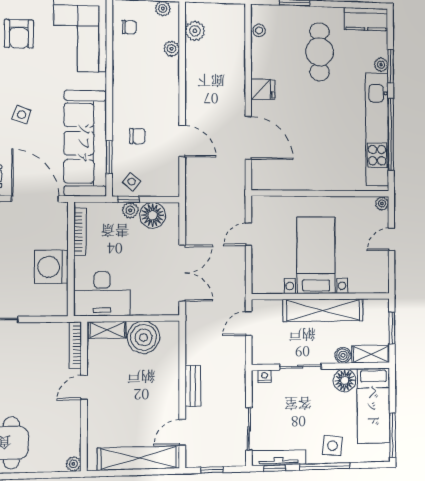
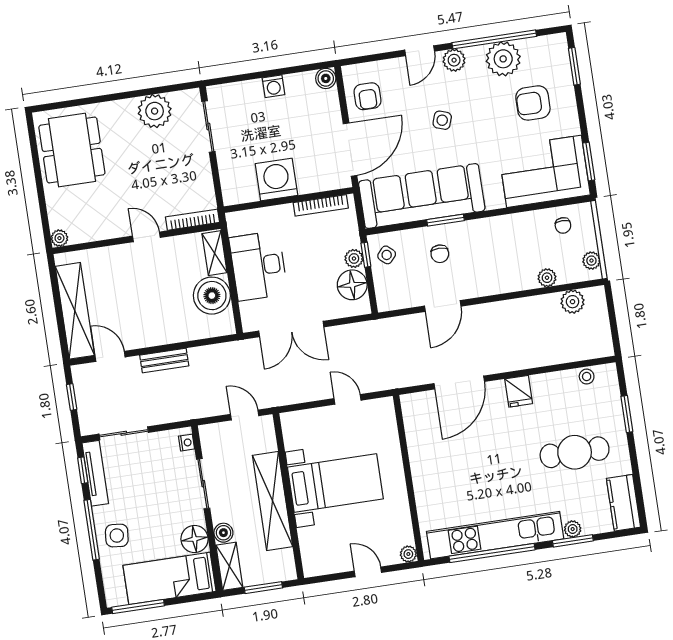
window: (109, 157) -> (445, 220), moved
desk: (102, 294) -> (258, 266), moved

